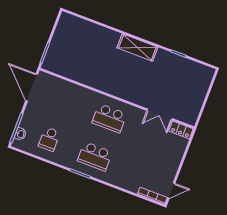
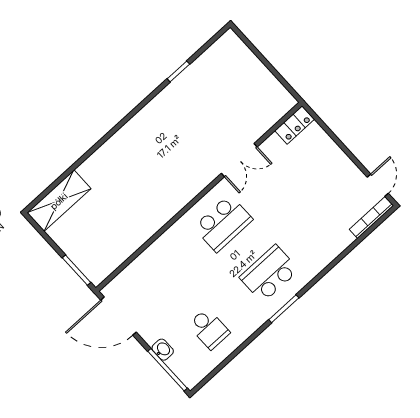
shelving: (137, 48) -> (59, 201), moved
double door: (160, 114) -> (239, 160), moved
washbasin: (20, 134) -> (163, 350), moved
school desk: (95, 156) -> (269, 274), turned 180

